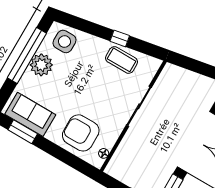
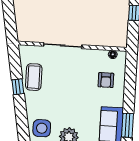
armchair: (81, 133) -> (106, 80), width x0.53, depth x0.53

